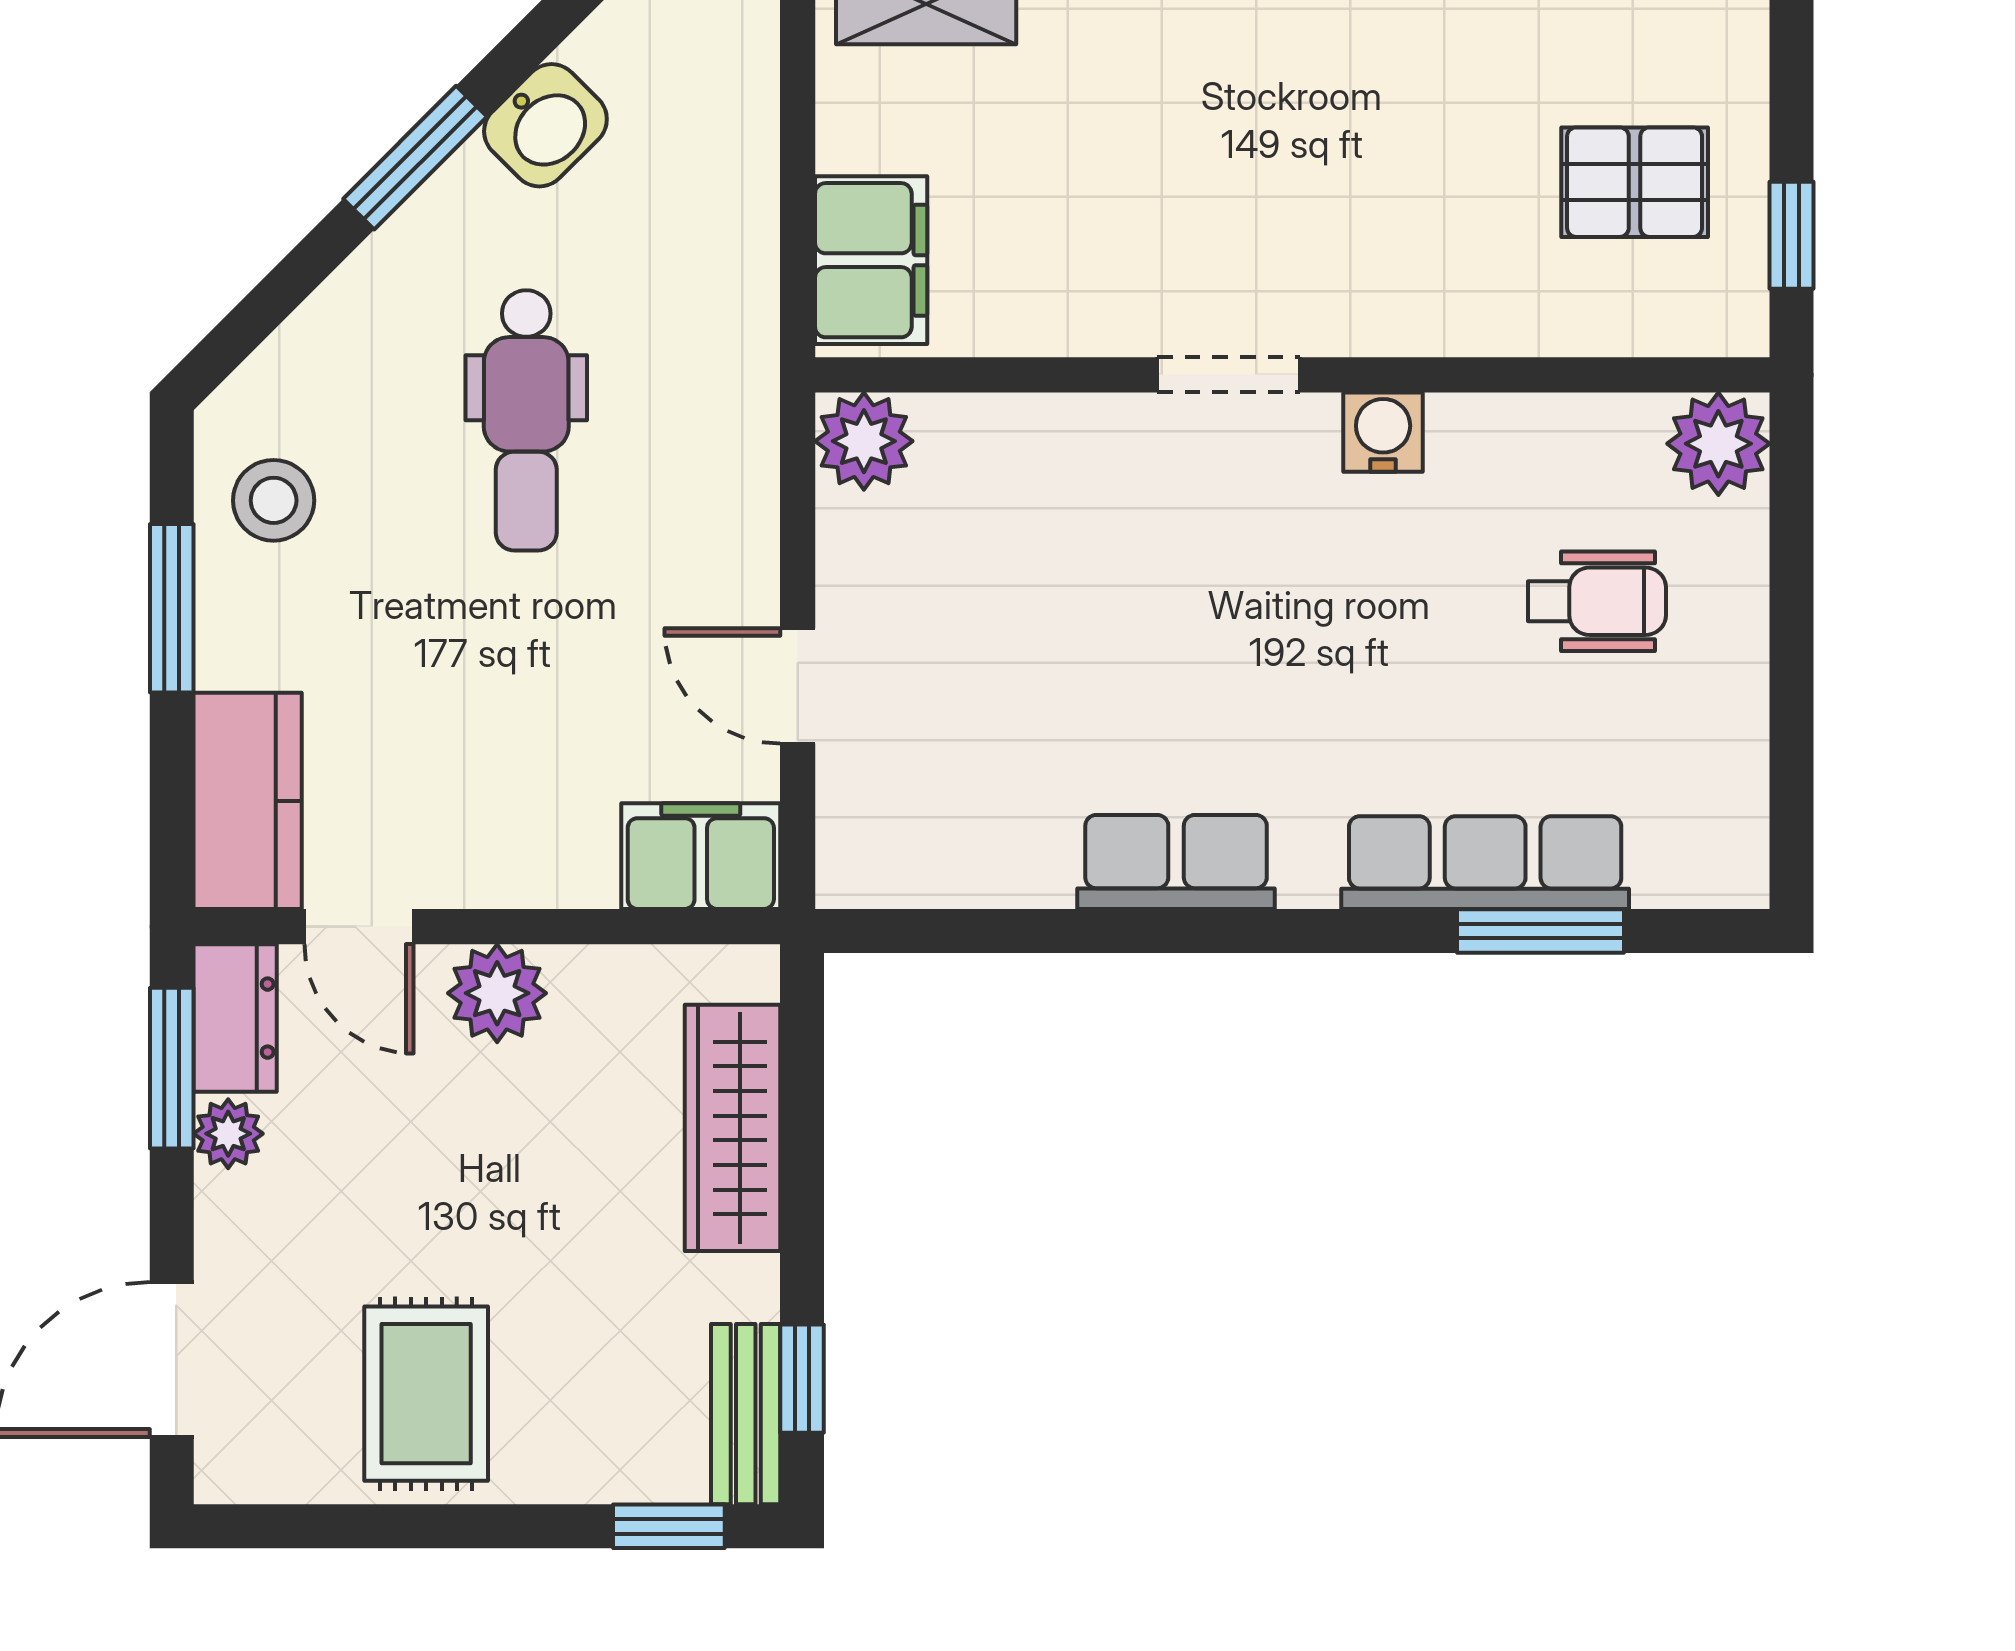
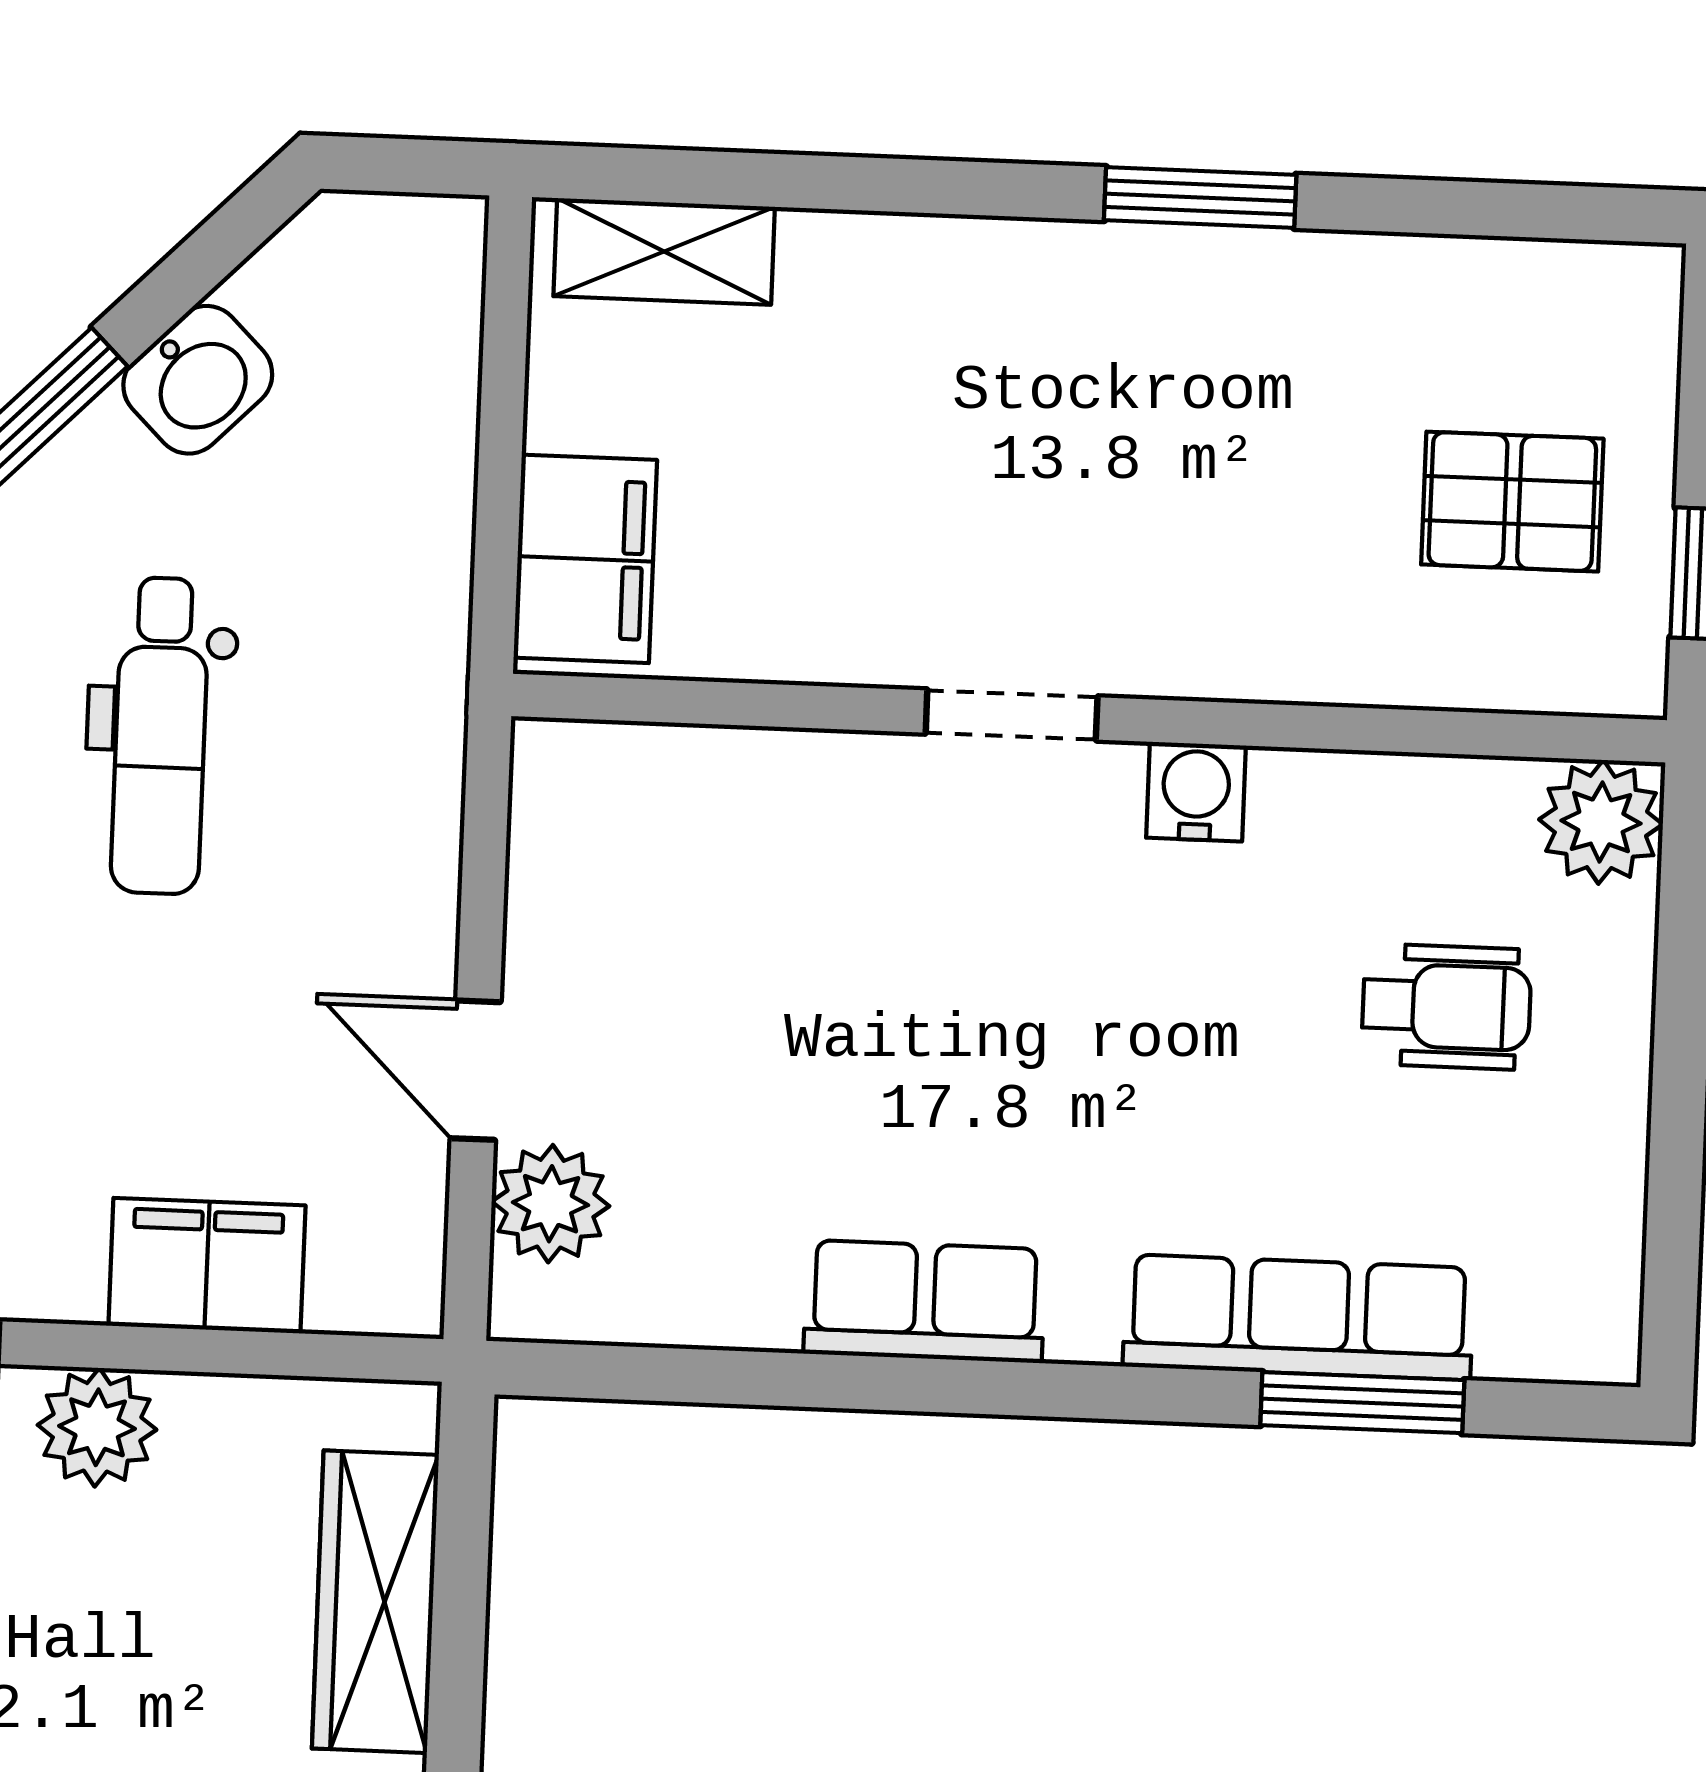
plant: (864, 441) -> (550, 1204), moved
filing cabinet: (701, 856) -> (207, 1266), moved

